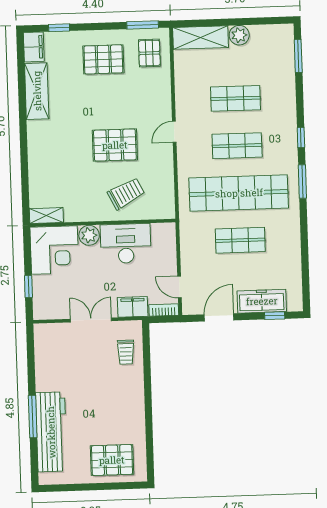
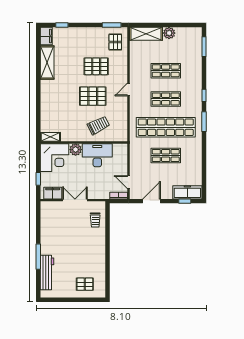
pallet: (103, 59) -> (96, 66), moved
freezer: (262, 301) -> (187, 192), moved
filing cabinet: (133, 307) -> (53, 193), moved
workbench: (51, 432) -> (47, 272), width x0.73, depth x0.76
pallet: (112, 460) -> (85, 284), width x0.67, depth x0.71

